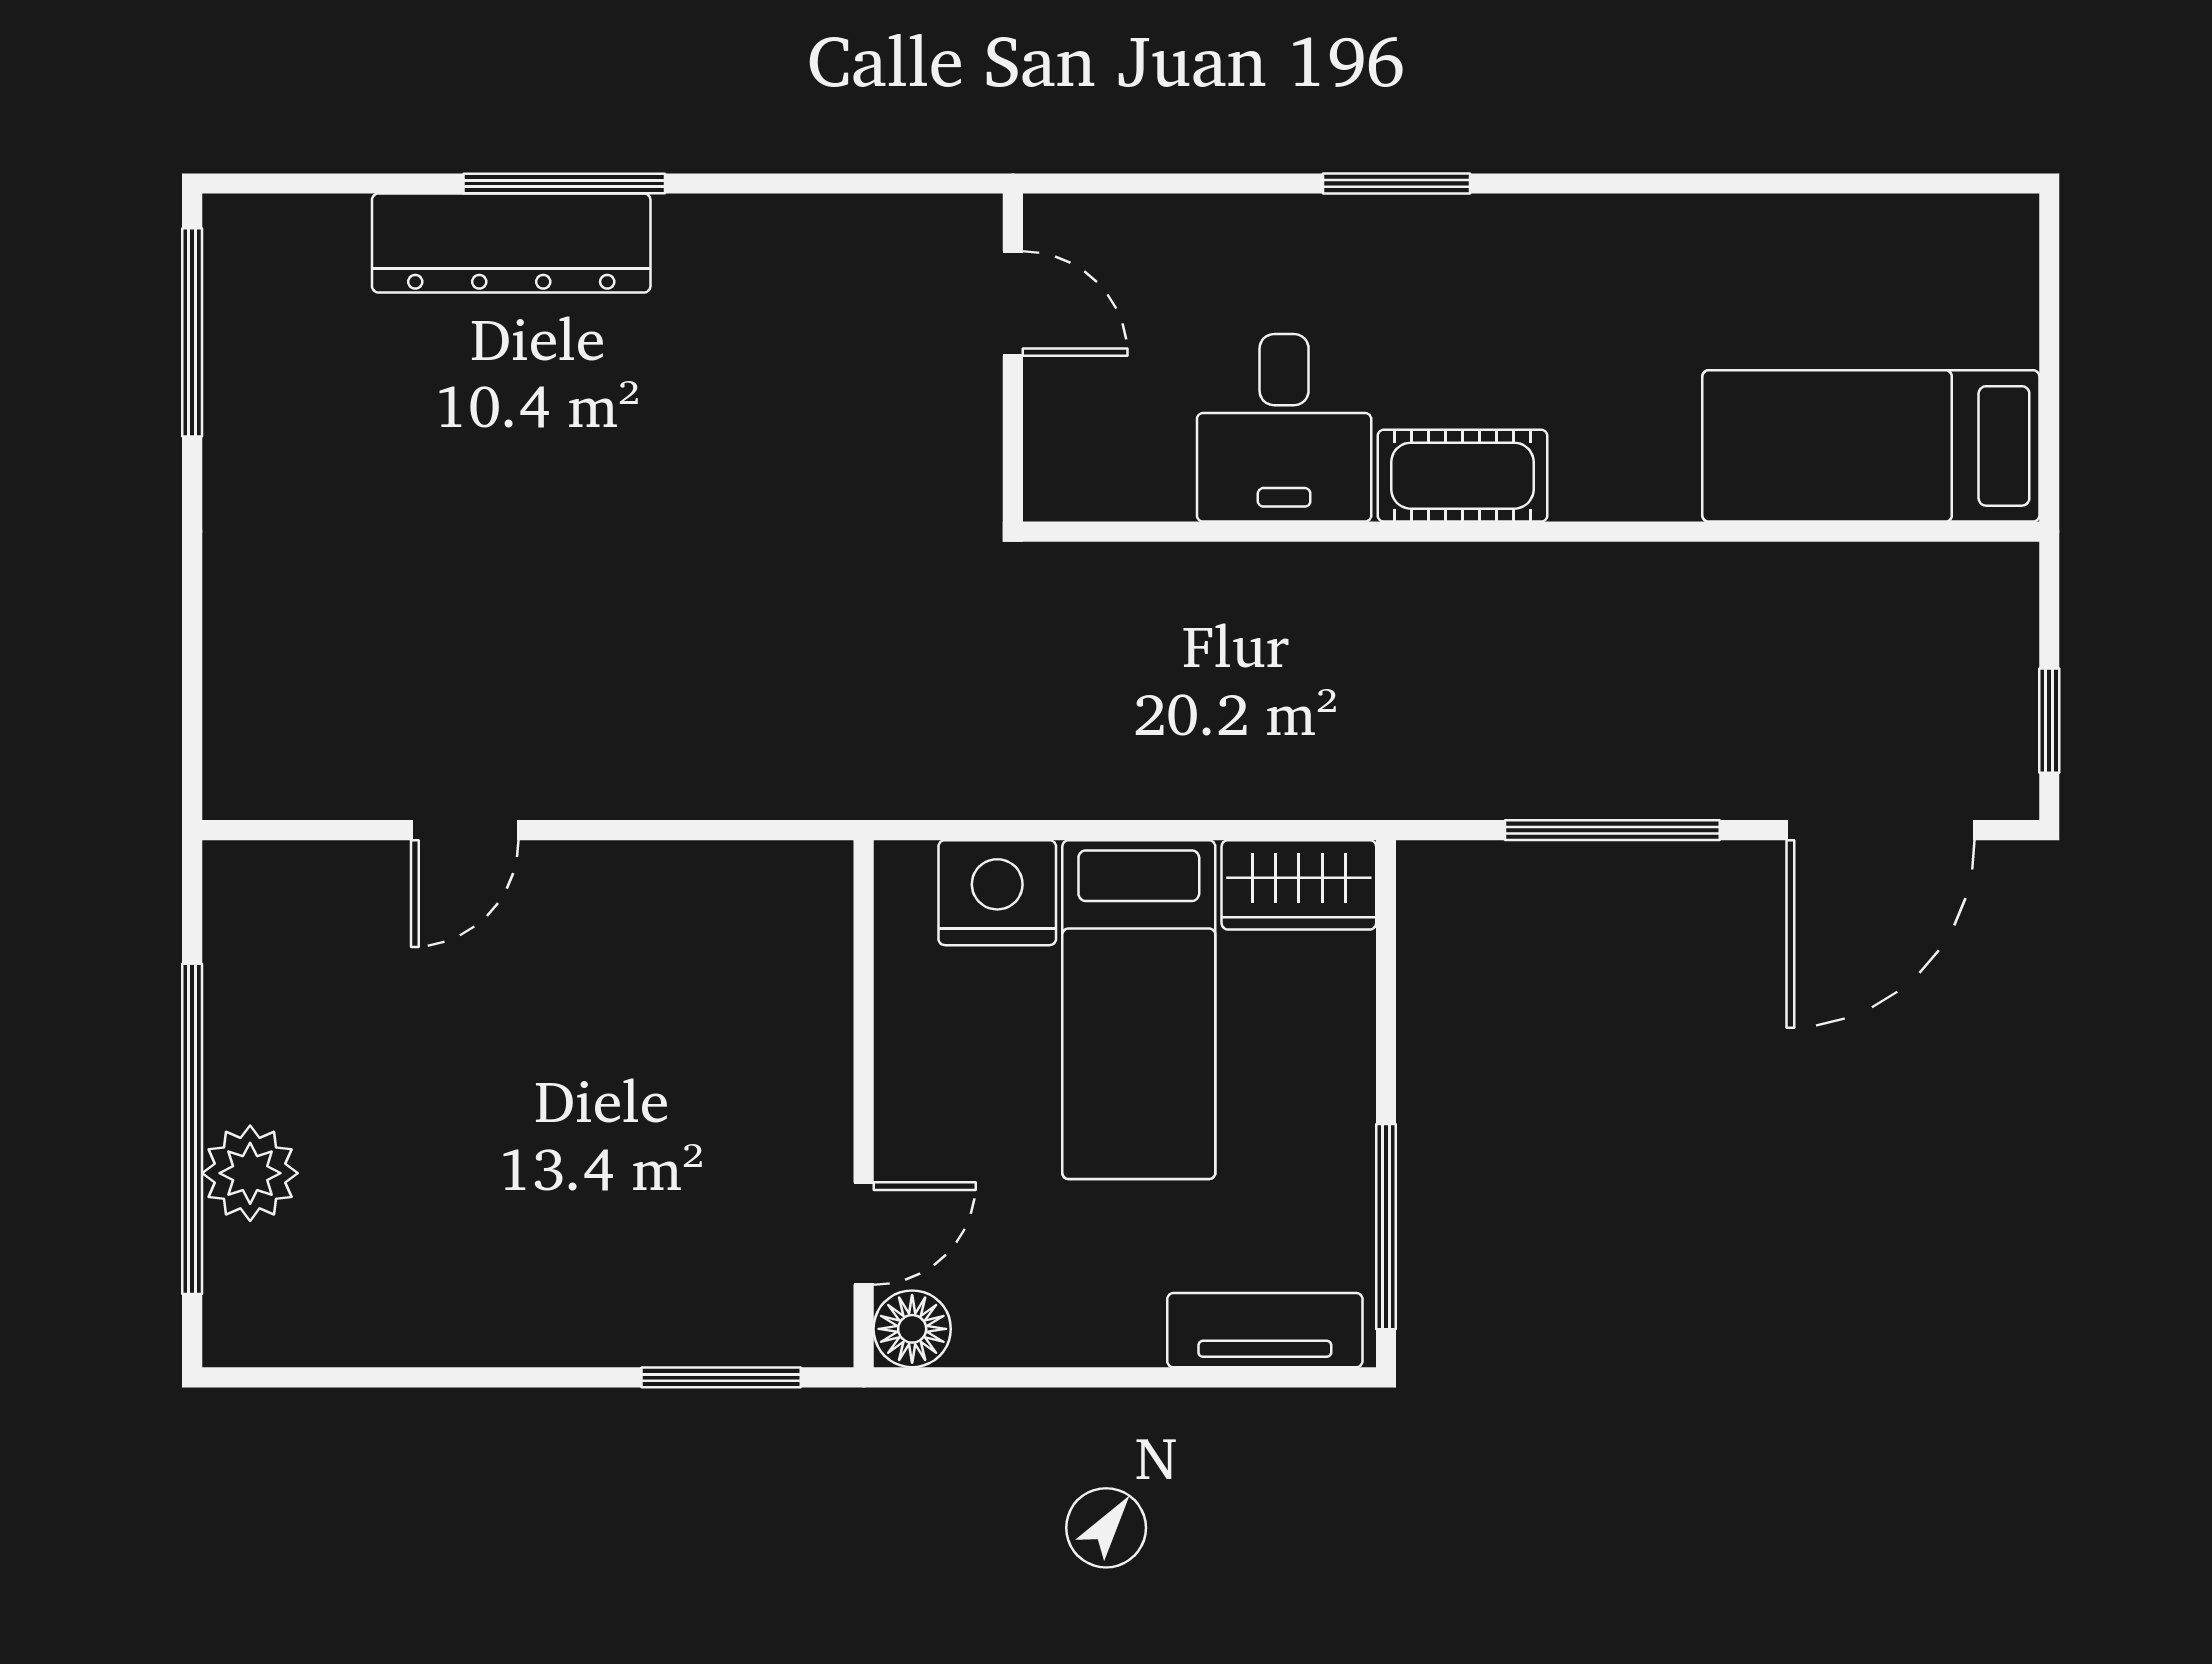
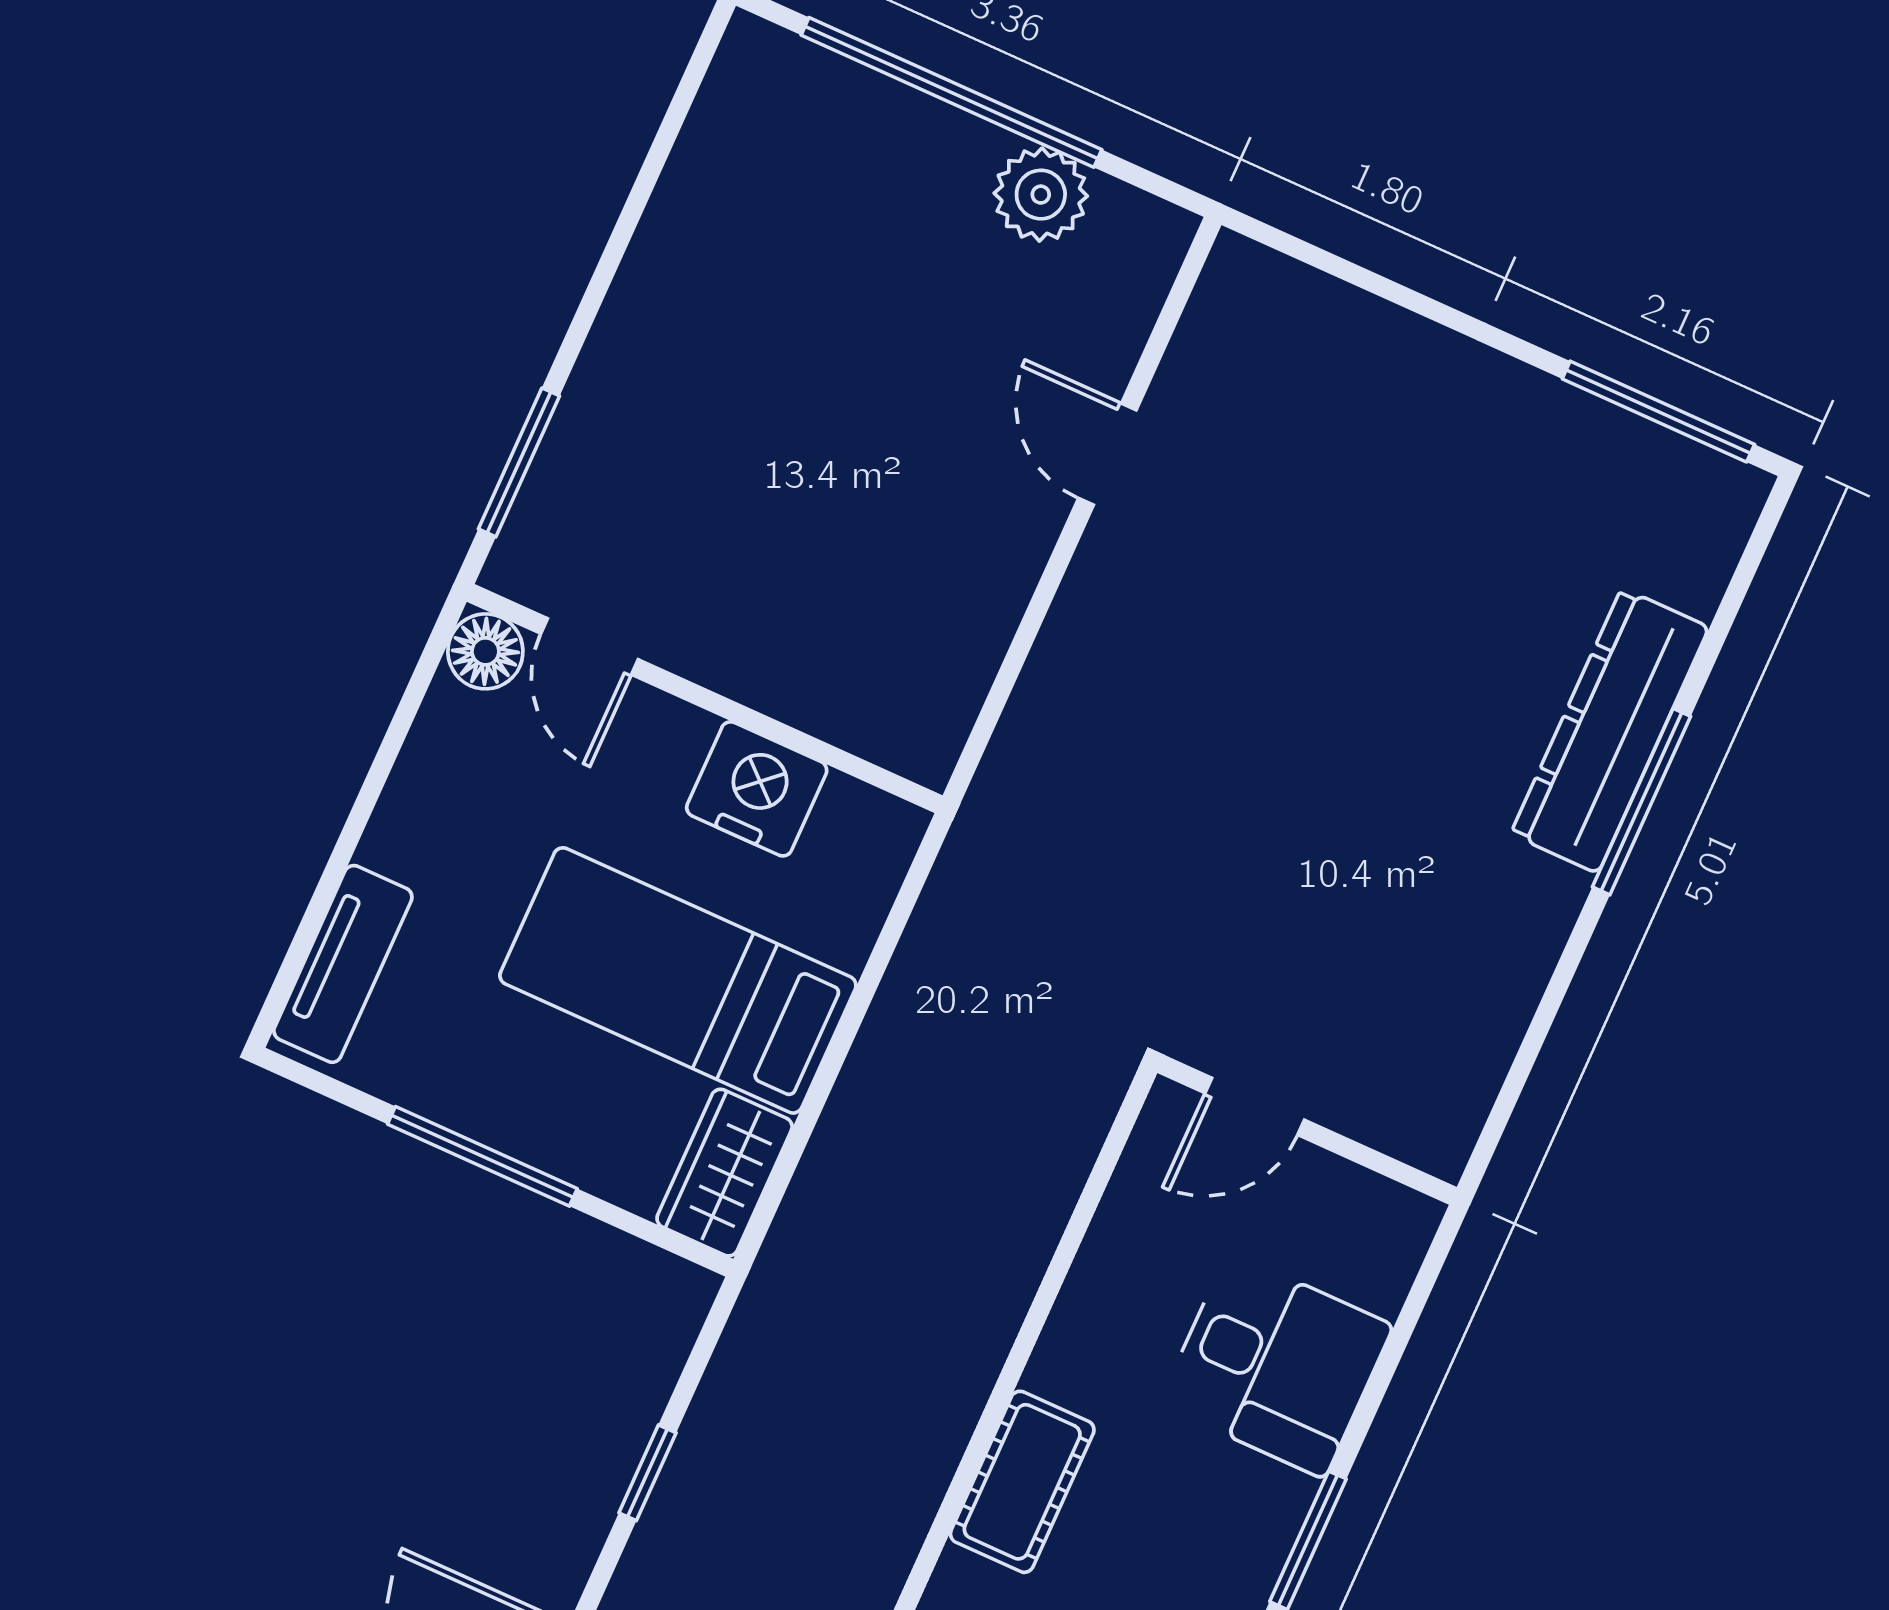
door: (1013, 304) -> (1255, 1106), moved
desk: (1284, 428) -> (1276, 1365), moved, turned 180
window: (1612, 830) -> (647, 1473), width x0.46
nightstand: (997, 893) -> (757, 789), moved, turned -90
plant: (250, 1173) -> (1041, 195), moved
window: (1386, 1227) -> (482, 1156), moved

